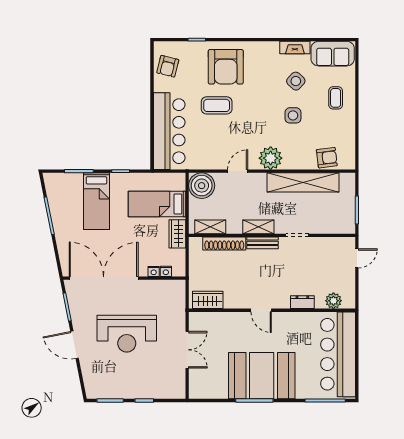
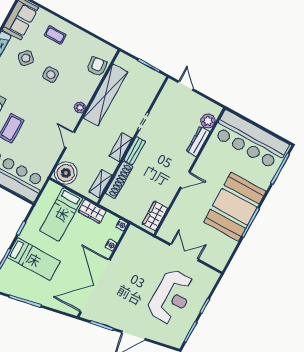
plant: (271, 158) -> (80, 108), width x0.53, depth x0.53
nightstand: (166, 271) -> (122, 225), moved
dresser: (302, 302) -> (198, 141), width x1.44
reception desk: (127, 334) -> (171, 297), moved

